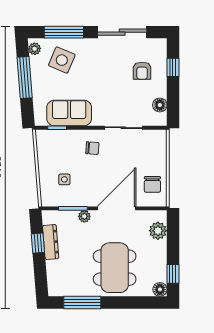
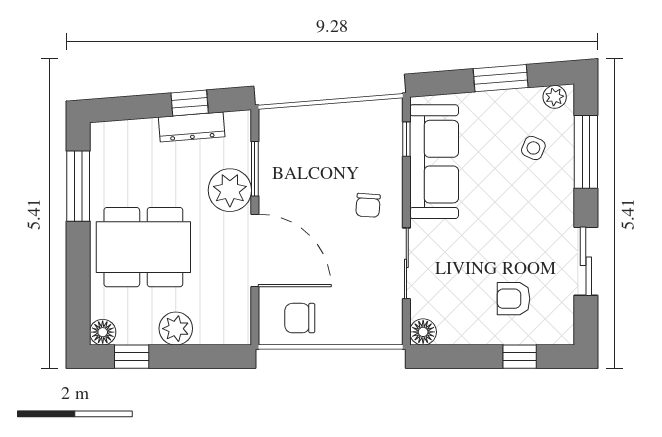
sliding door: (122, 32) -> (586, 261), width x0.73
side table: (62, 60) -> (533, 148), width x0.54, depth x0.54
window: (25, 78) -> (501, 78), width x0.69
floor lamp: (160, 105) -> (423, 332), moved
sofa: (69, 113) -> (434, 162), width x1.36
side table: (64, 179) -> (309, 153), removed
plant: (84, 216) -> (230, 190), width x1.88, depth x1.88
plant: (158, 231) -> (176, 329), moved

